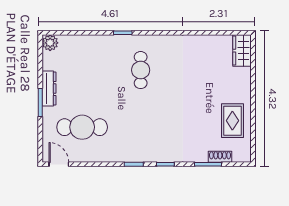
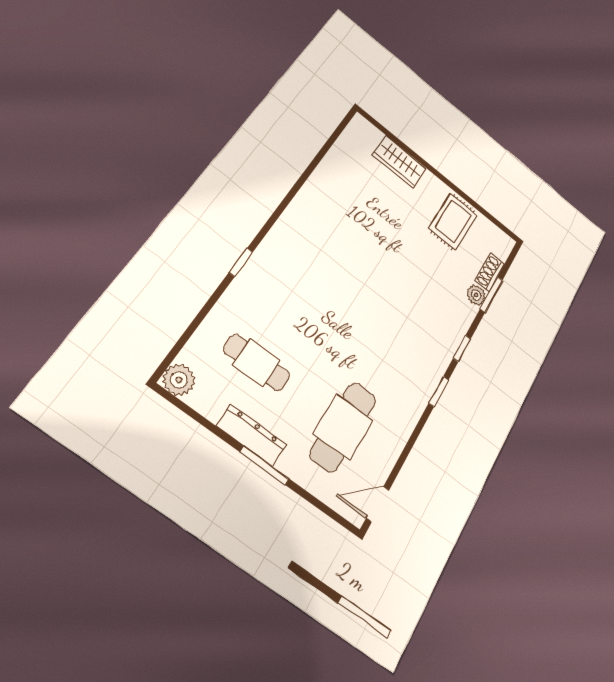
wardrobe: (242, 51) -> (400, 162), moved
cafe table: (141, 70) -> (257, 363), moved
rug: (232, 121) -> (453, 221), turned 90
plant: (201, 156) -> (476, 295), added

